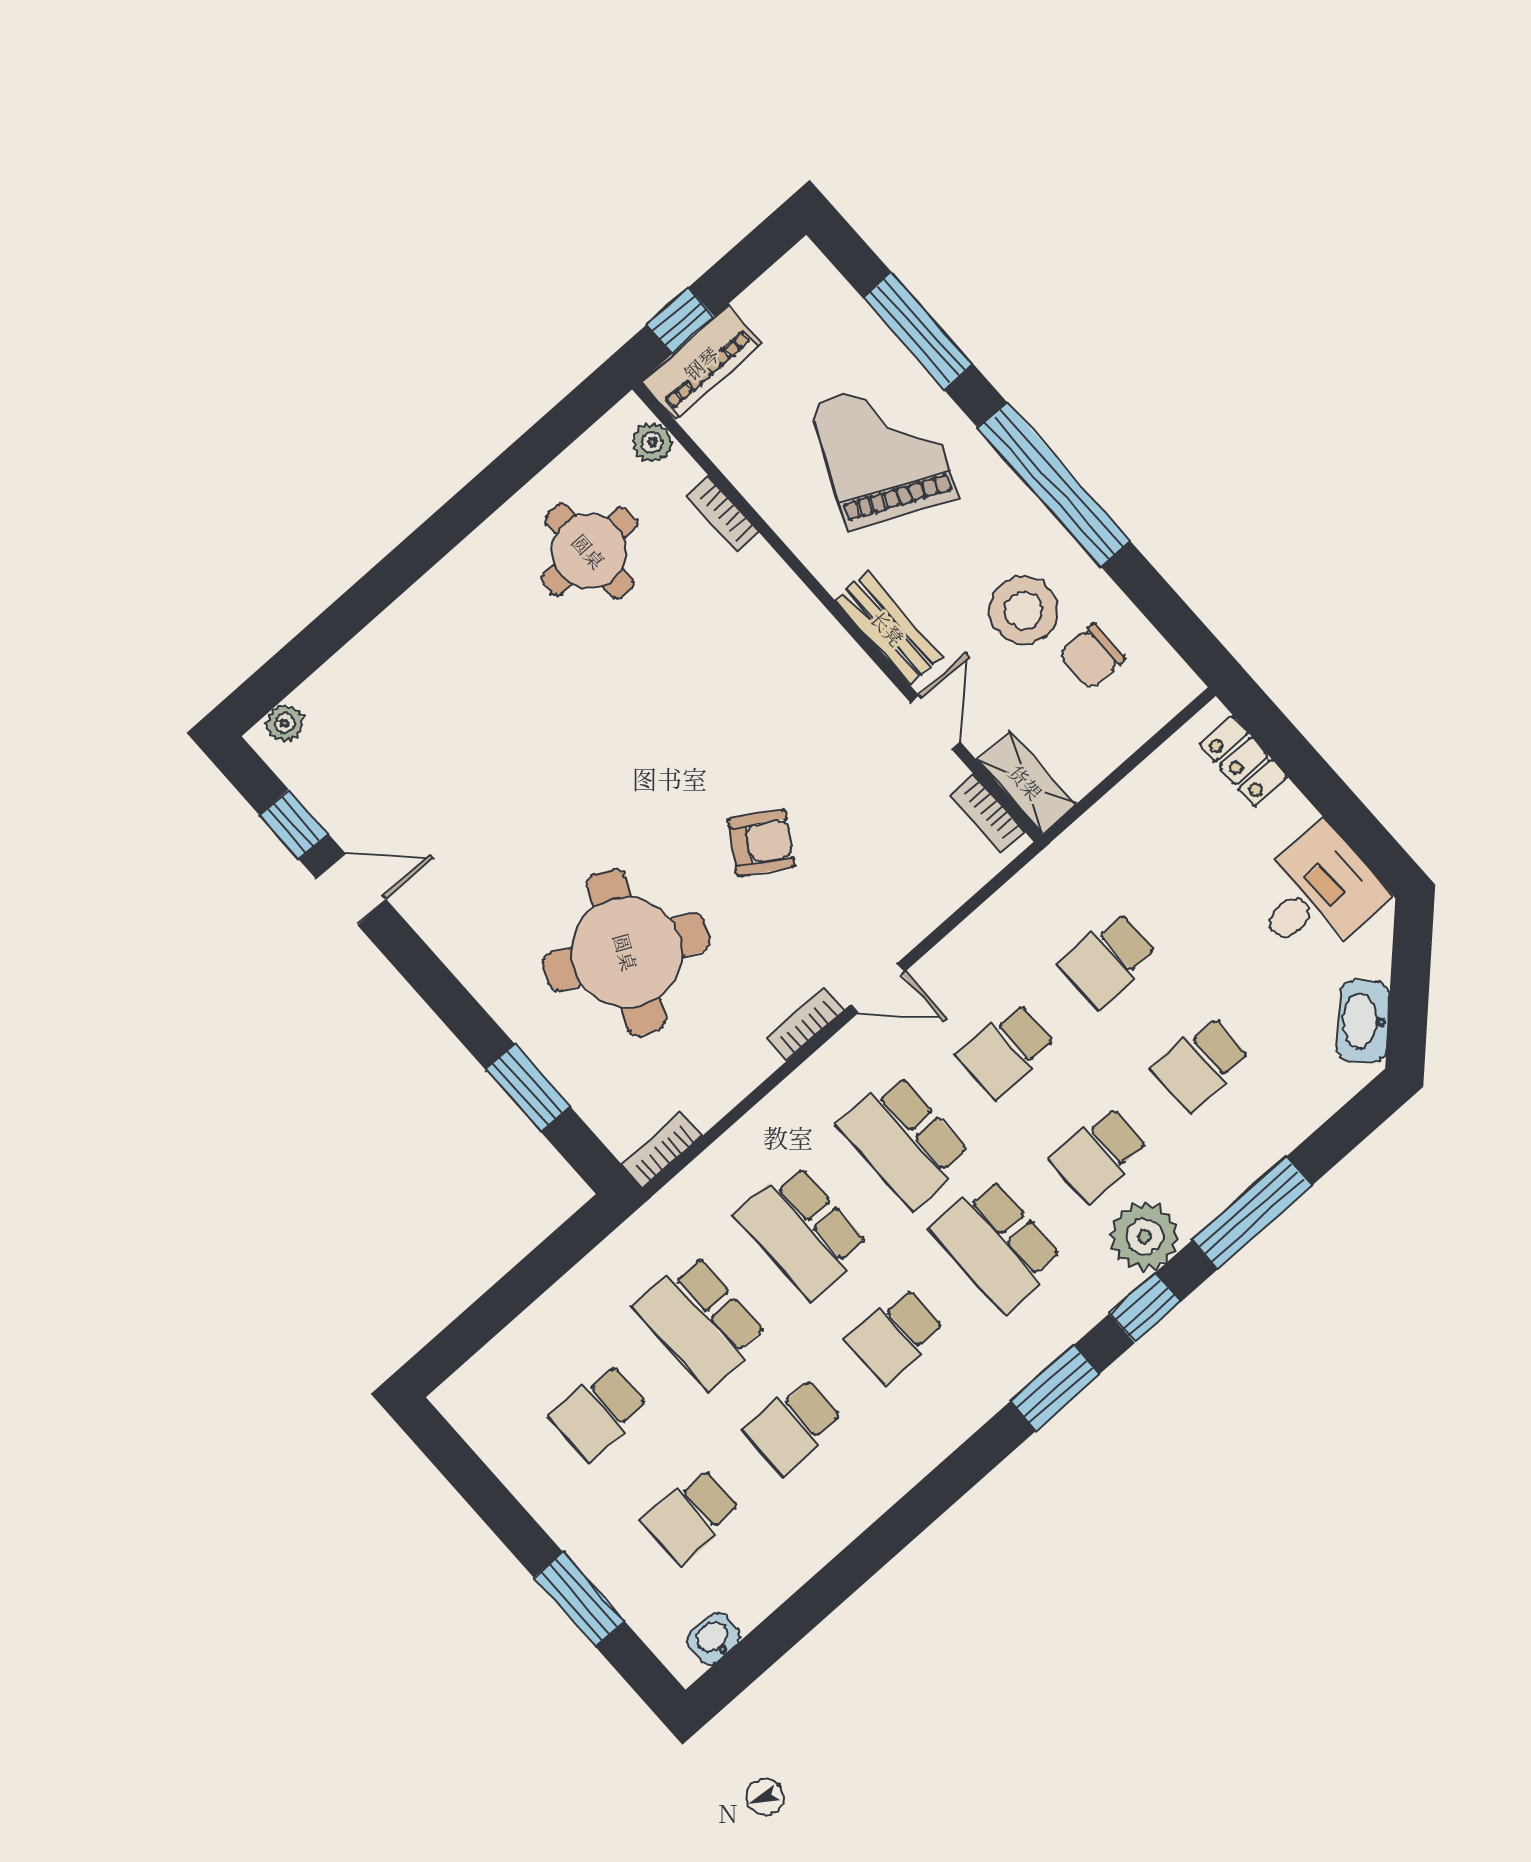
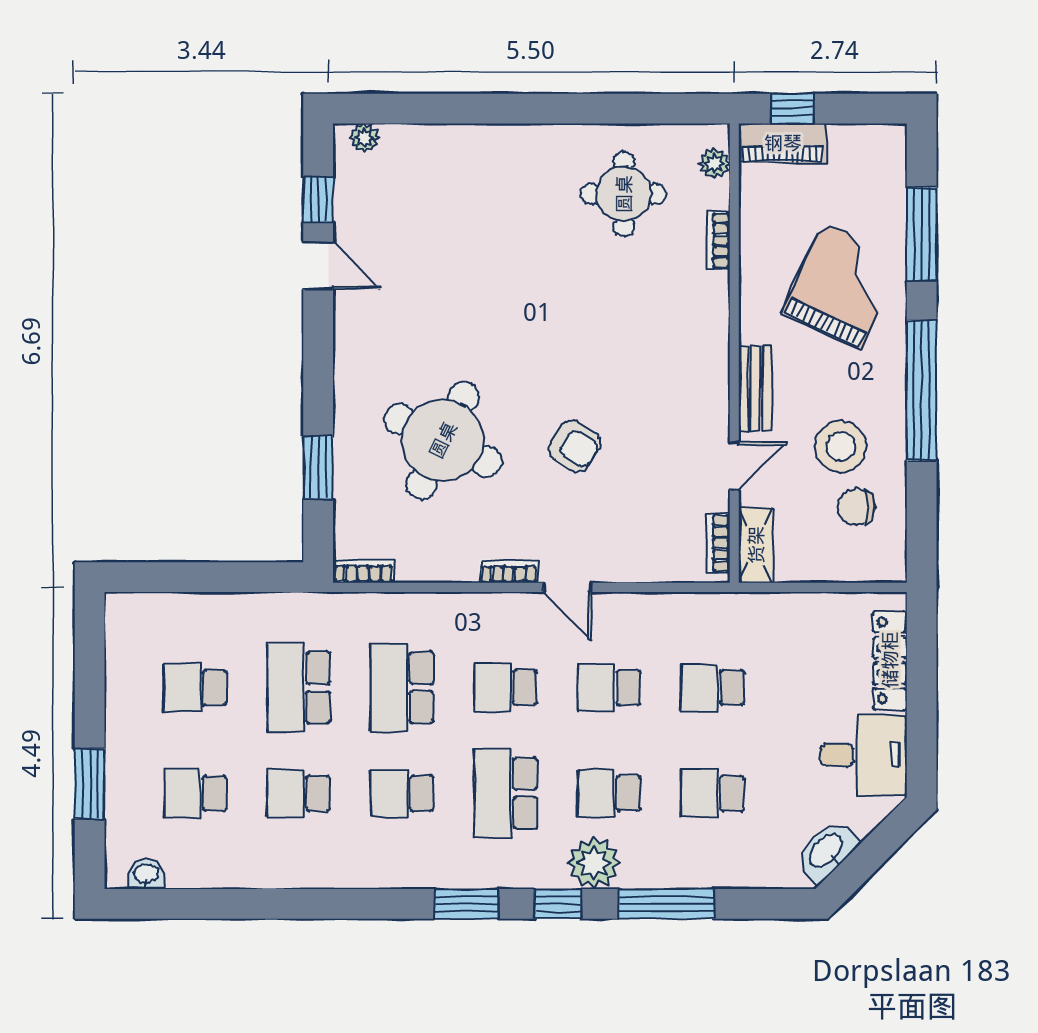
locker: (1244, 761) -> (890, 660), width x1.53
school desk: (904, 1141) -> (506, 688), width x0.54

